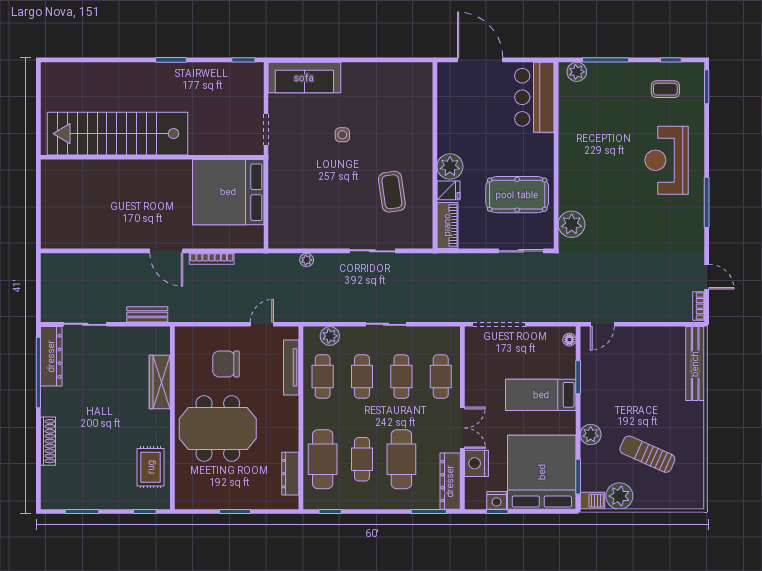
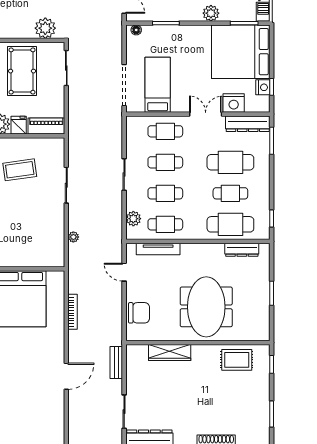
door: (166, 251) -> (66, 376), moved
chair: (226, 364) -> (139, 313), moved, turned -90
bed: (541, 395) -> (158, 85), moved, turned 180

